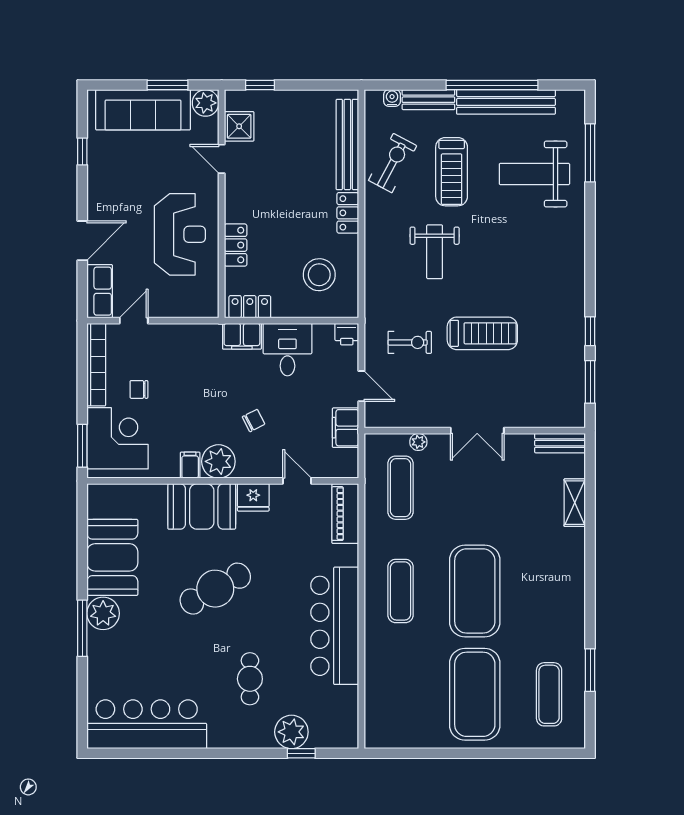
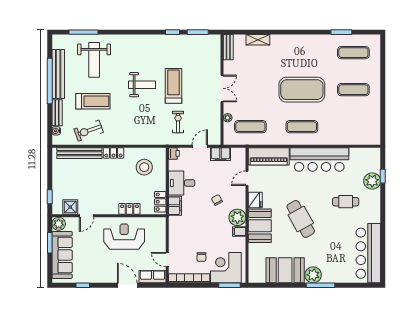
exercise bike: (393, 163) -> (89, 131), turned -48
weight bench: (435, 252) -> (142, 85), moved
piano: (345, 514) -> (269, 156), width x1.37, depth x1.33
exercise mat: (475, 694) -> (353, 90), width x0.50, depth x0.69

